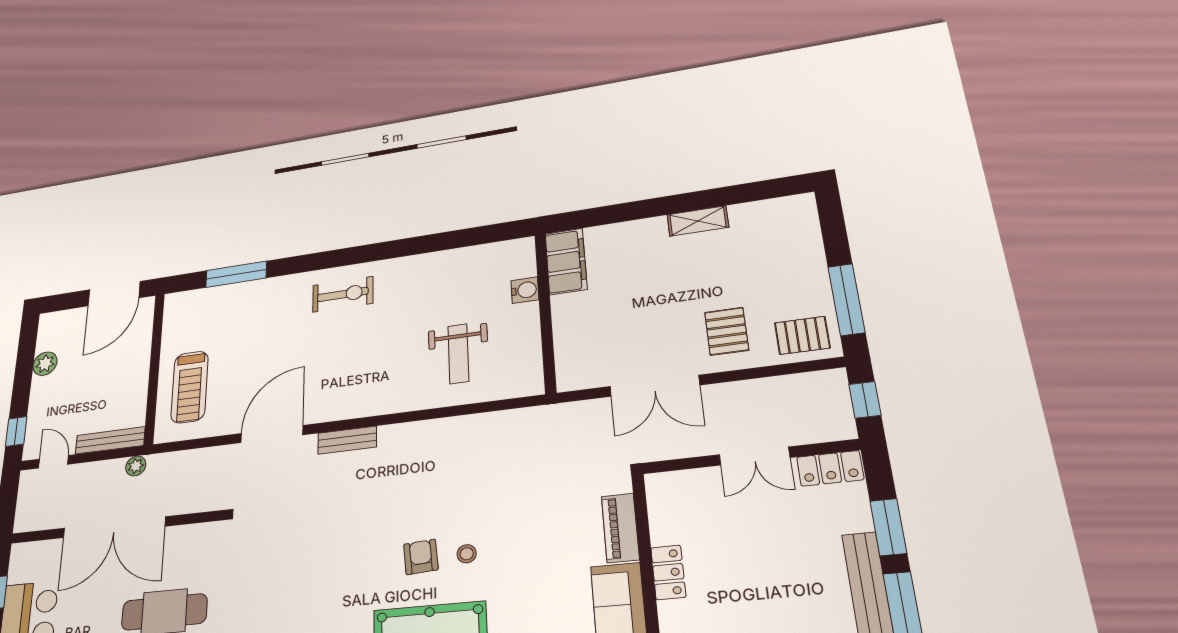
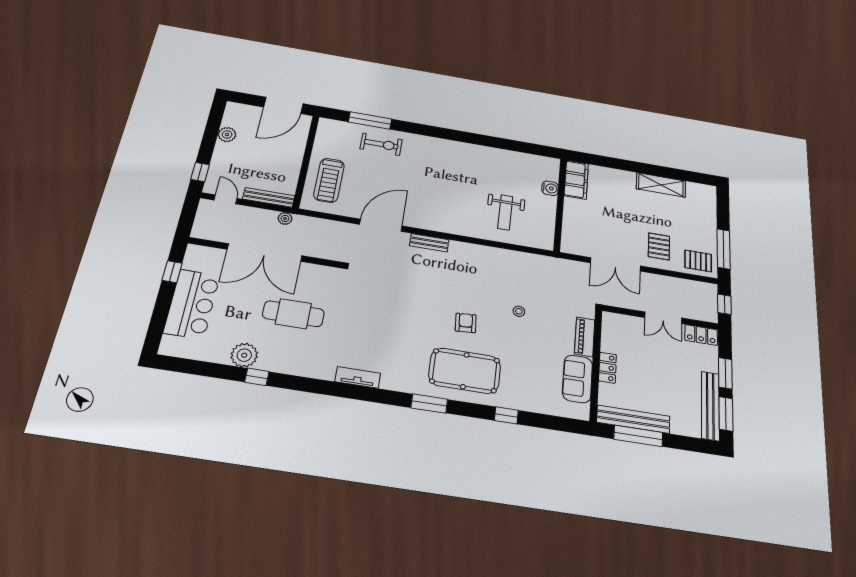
shelving: (698, 221) -> (661, 185), width x1.50, depth x1.33
exercise bike: (343, 294) -> (381, 144), moved
stool: (467, 554) -> (519, 311), moved

